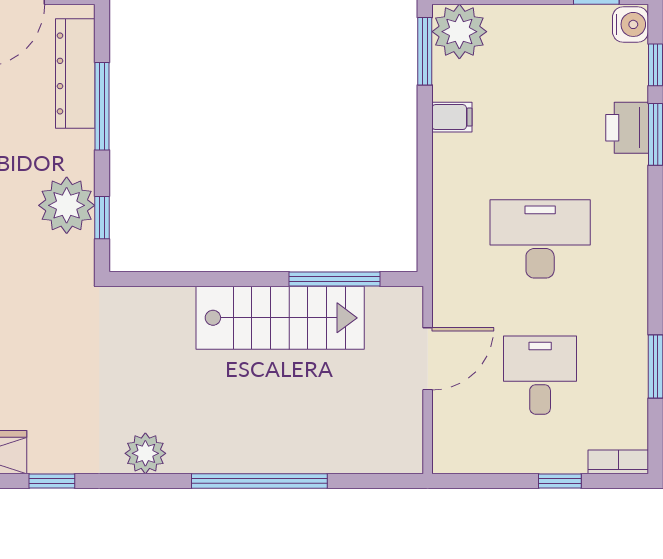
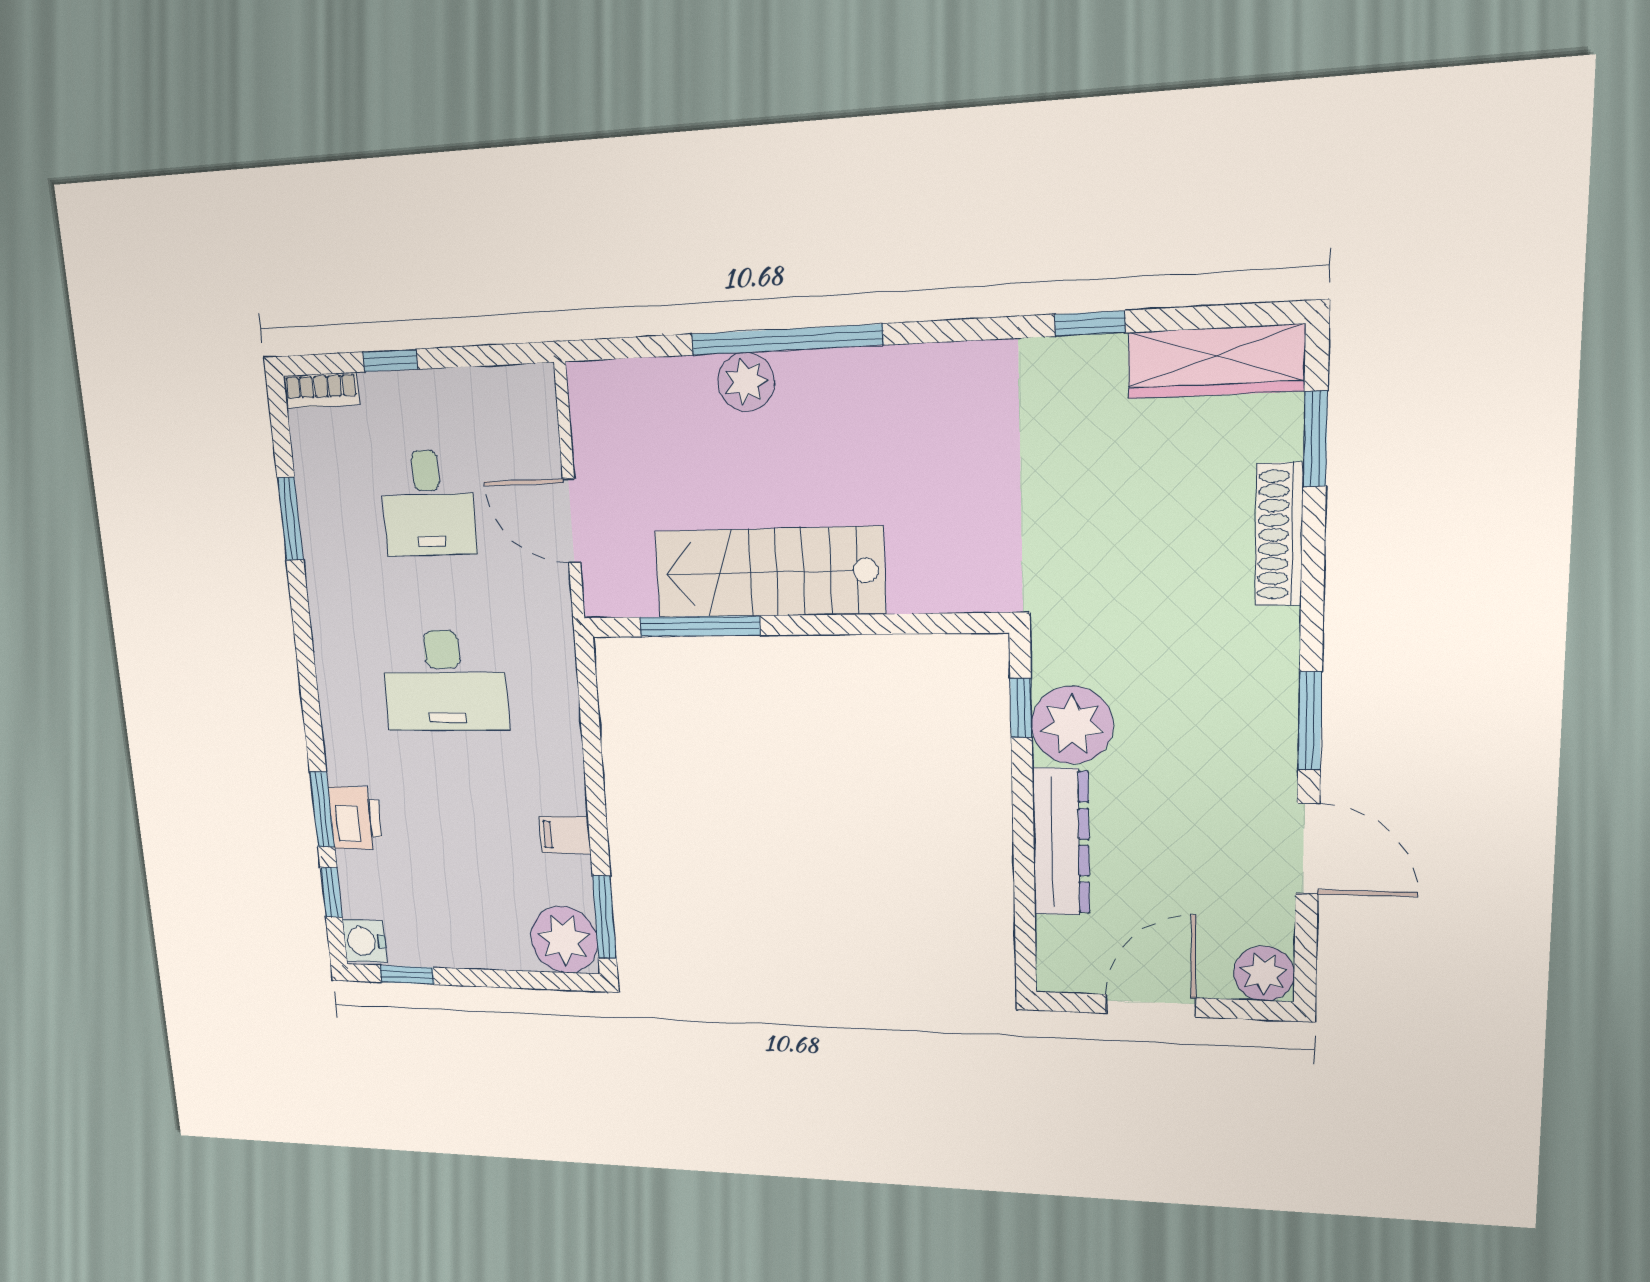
dresser: (75, 73) -> (1061, 842), moved
window: (102, 106) -> (1024, 858), removed
door: (428, 359) -> (571, 521), hinge flipped
plant: (145, 453) -> (746, 382), moved

